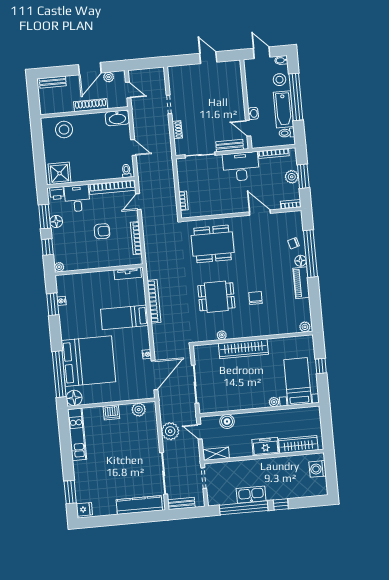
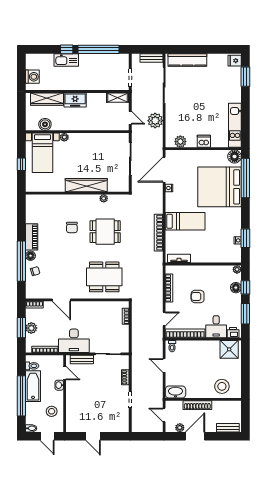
stool: (279, 80) -> (52, 411), moved
floor lamp: (56, 221) -> (236, 288), moved
plant: (305, 327) -> (32, 199), removed
boiler: (227, 421) -> (45, 124), moved
kitchen sink: (251, 495) -> (66, 60), moved

